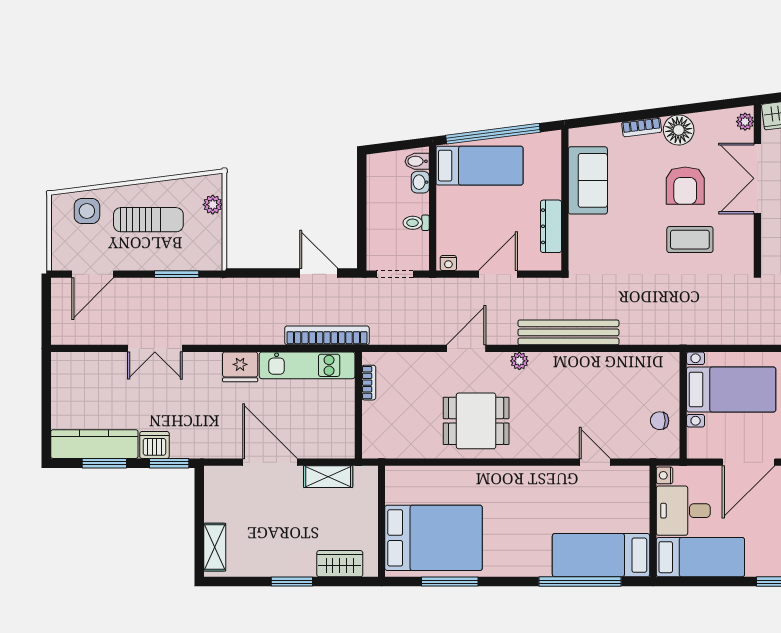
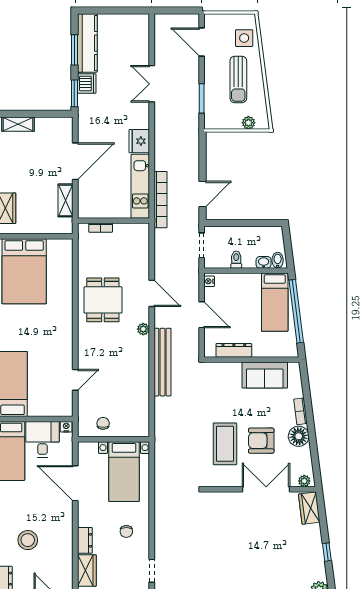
coffee table: (690, 240) -> (225, 444), width x1.36, depth x1.32
bookcase: (369, 383) -> (101, 228), moved

